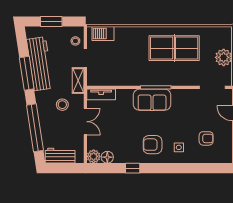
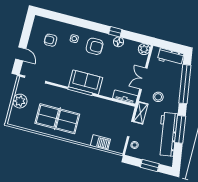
barbecue: (103, 34) -> (100, 142), moved
floor lamp: (107, 157) -> (119, 42), moved

